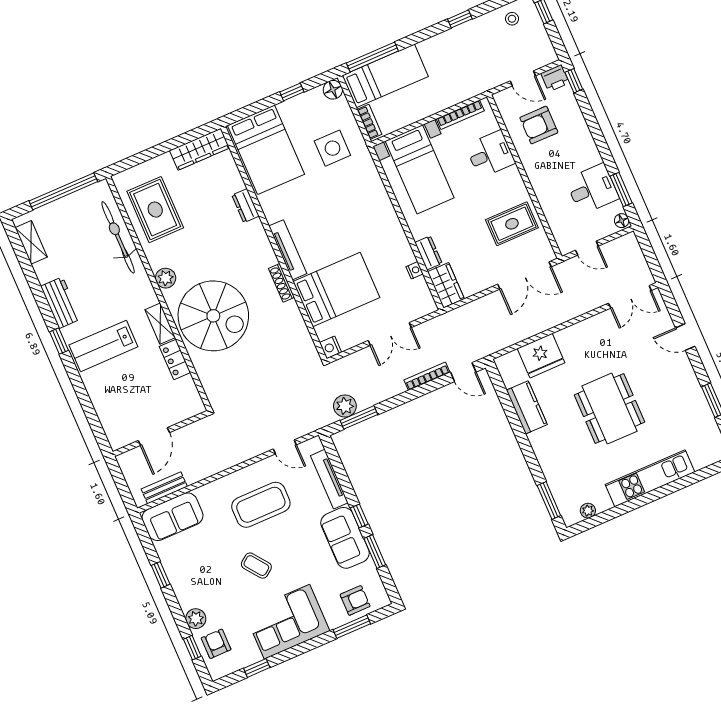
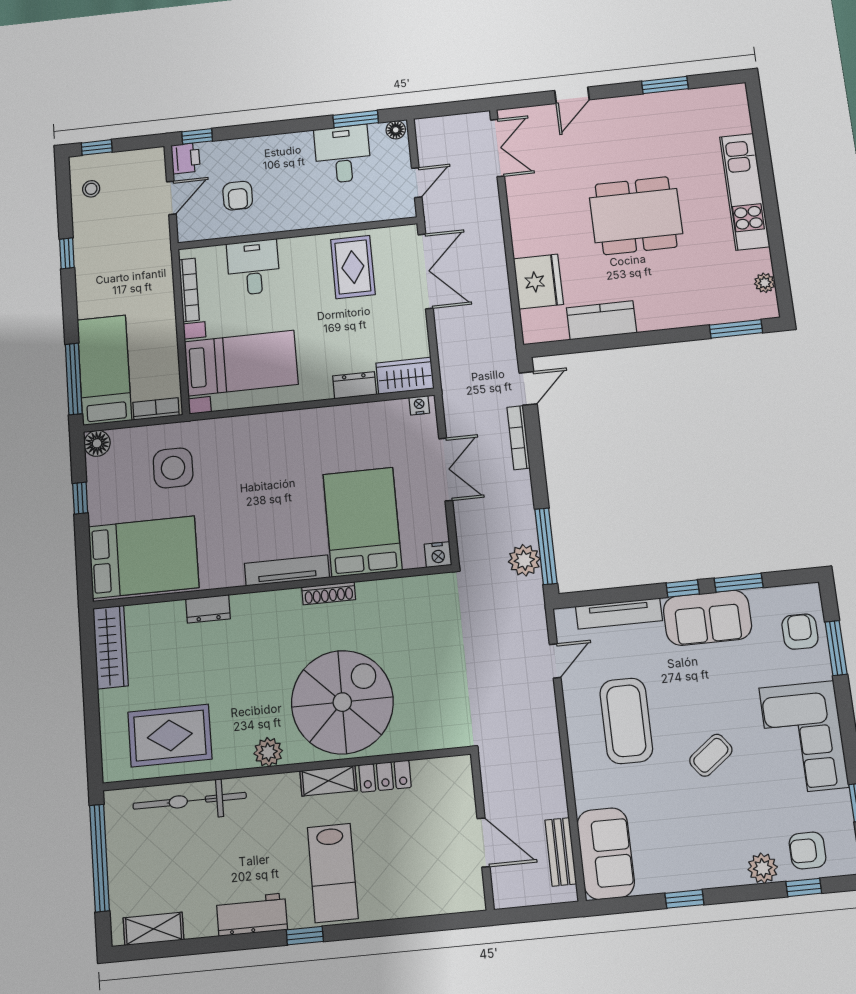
armchair: (539, 125) -> (238, 196), width x0.72, depth x0.72
nightstand: (415, 270) -> (419, 405), moved
window: (359, 417) -> (546, 546), width x1.44

